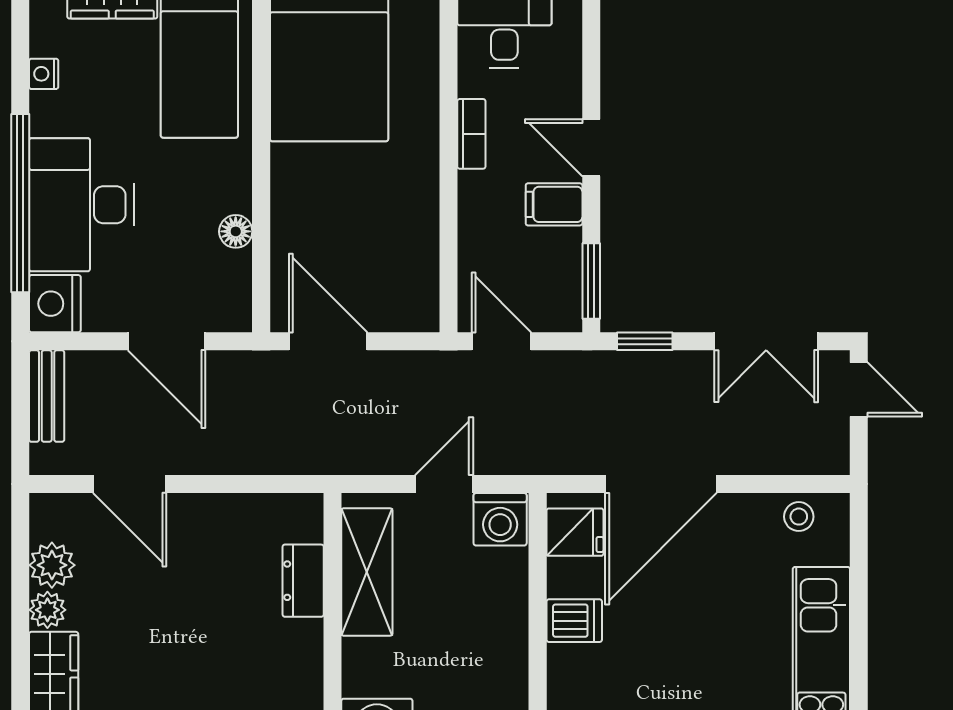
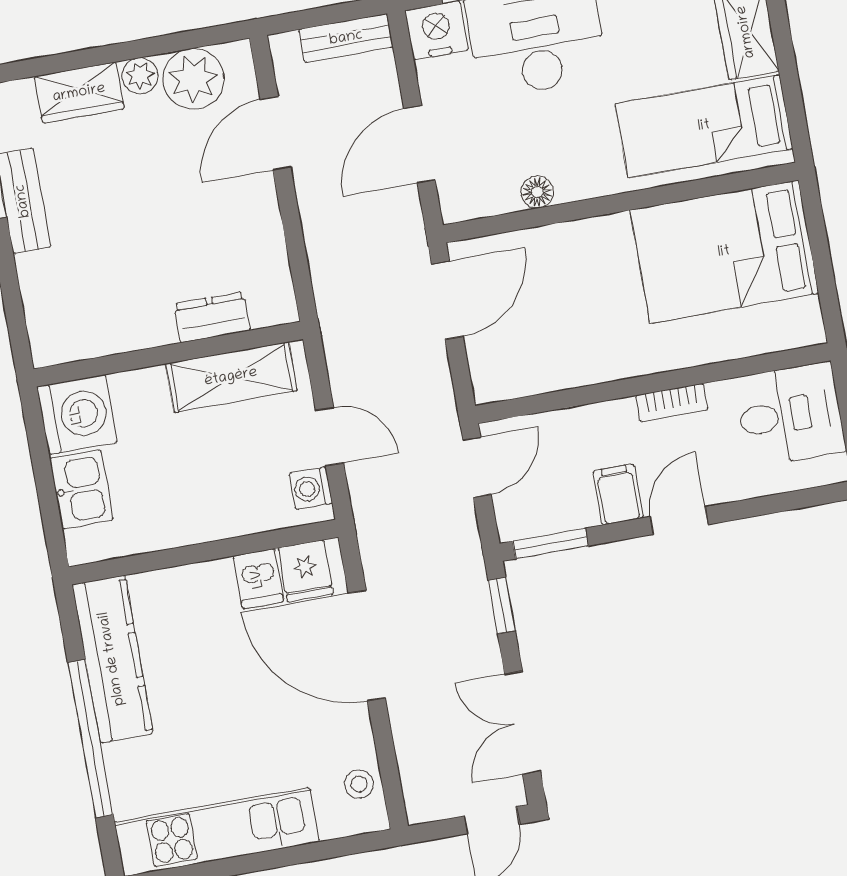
washing machine: (500, 519) -> (311, 488), width x0.73, depth x0.73
plant: (52, 565) -> (193, 79), width x1.36, depth x1.36
dishwasher: (574, 621) -> (258, 579), moved

